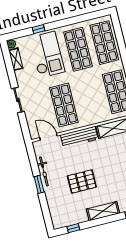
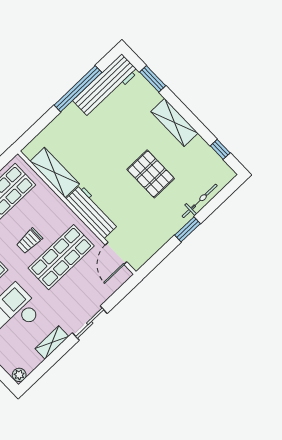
shelving: (16, 59) -> (52, 342), moved
trolley: (83, 92) -> (29, 241), added
bicycle: (44, 171) -> (200, 201), moved

